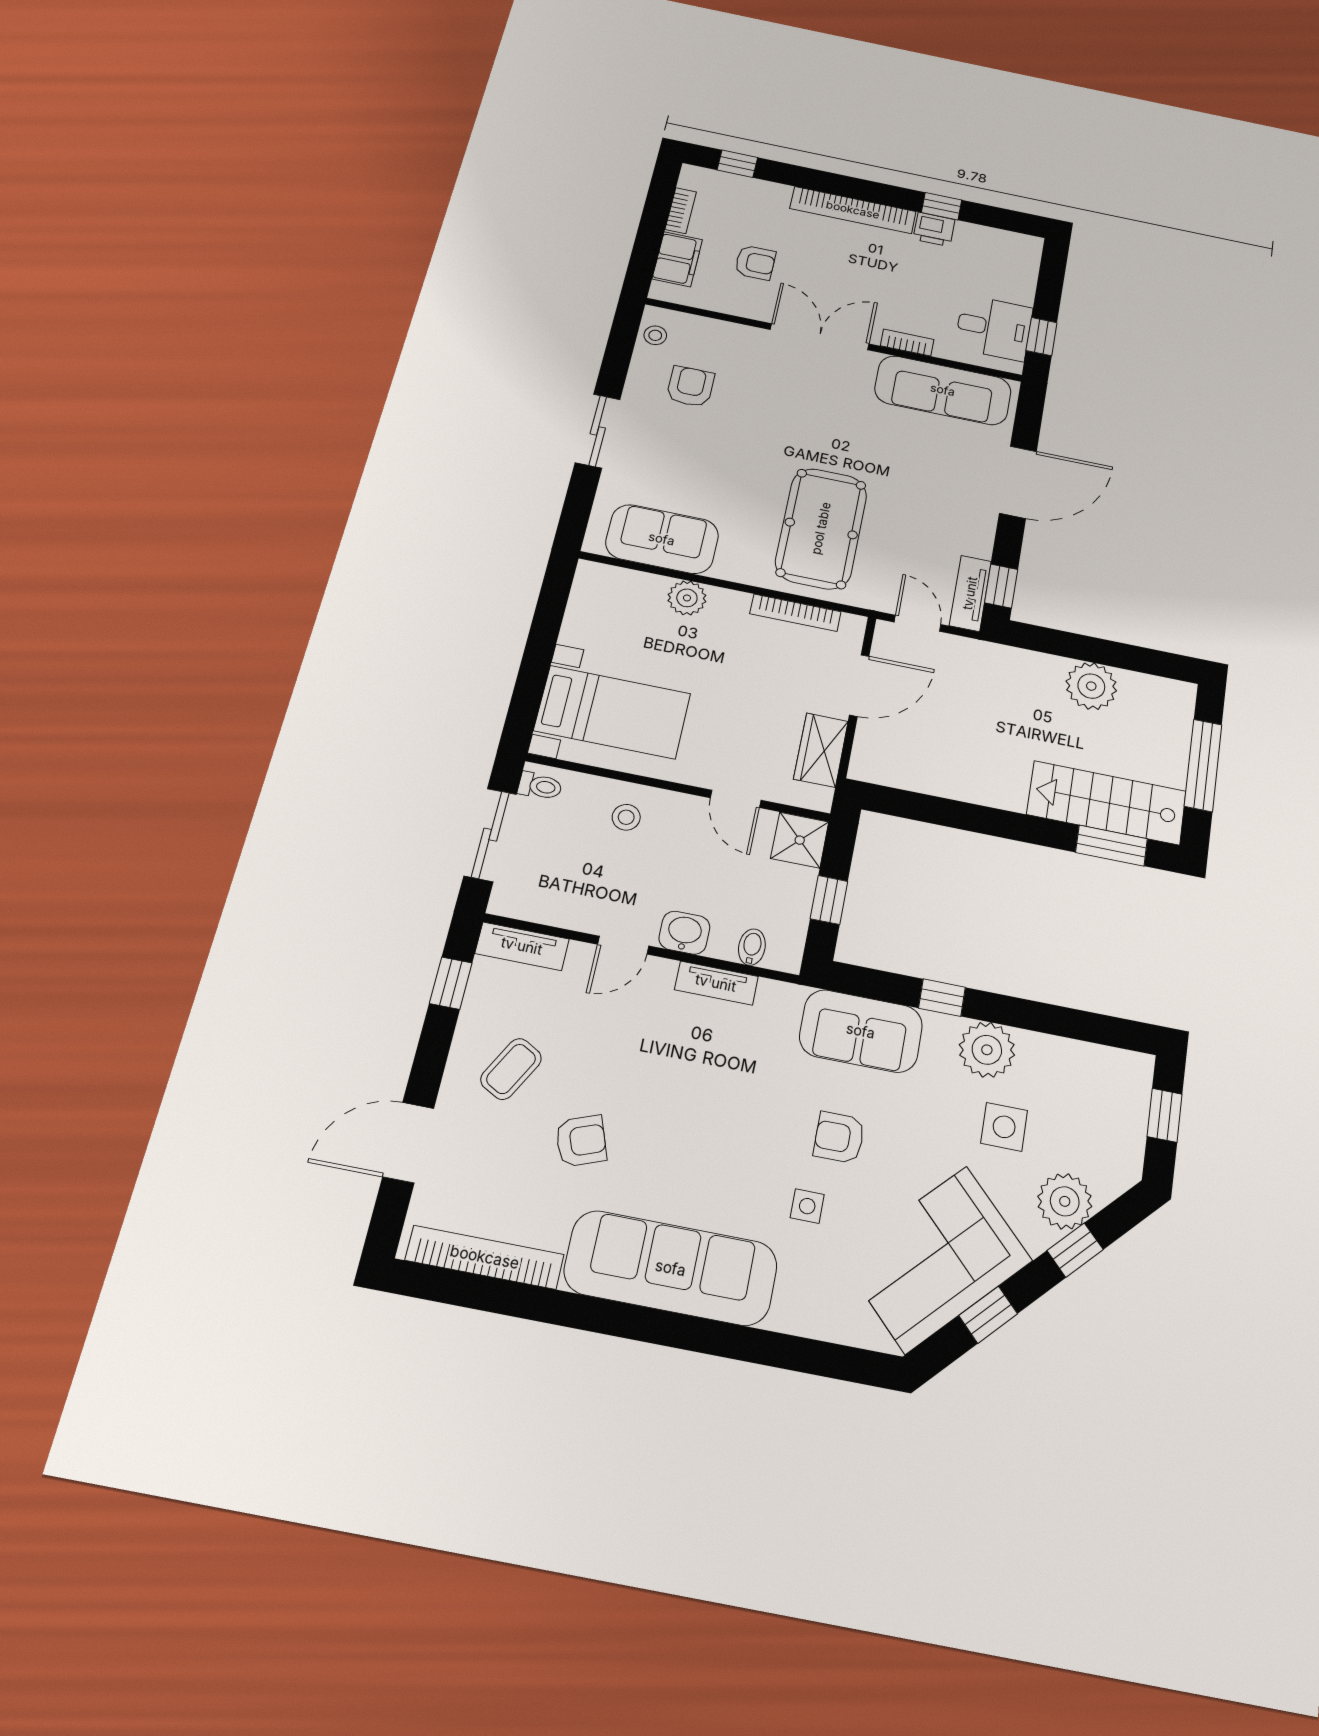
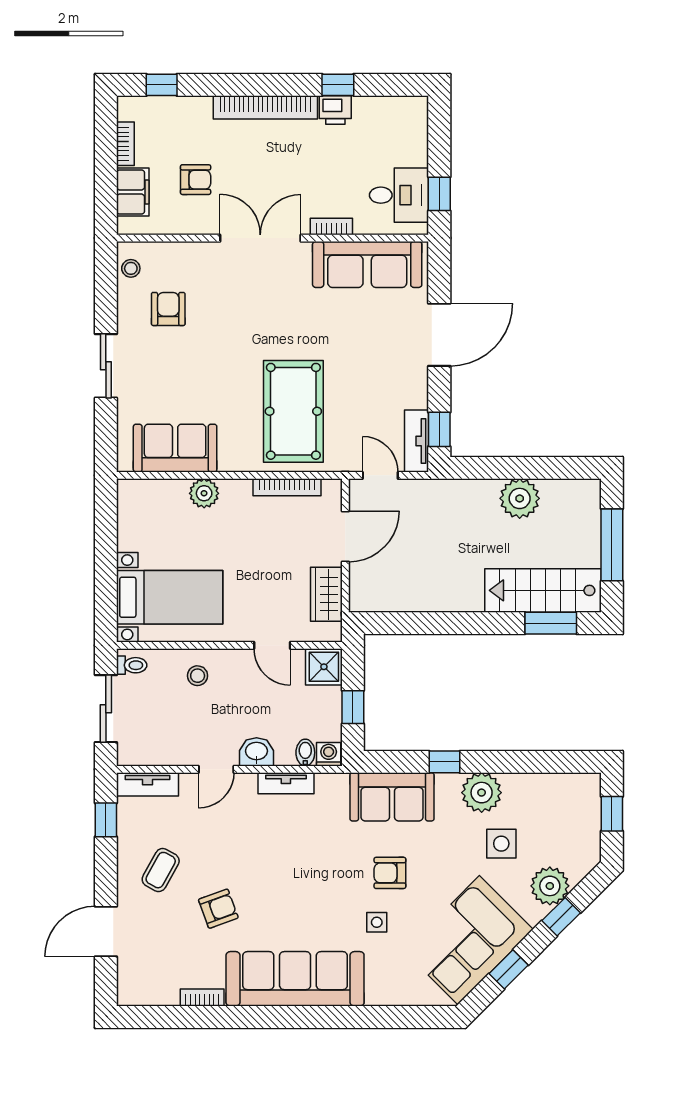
washing machine: (784, 956) -> (329, 754), added
bookcase: (485, 1257) -> (202, 997), width x0.43, depth x0.76

